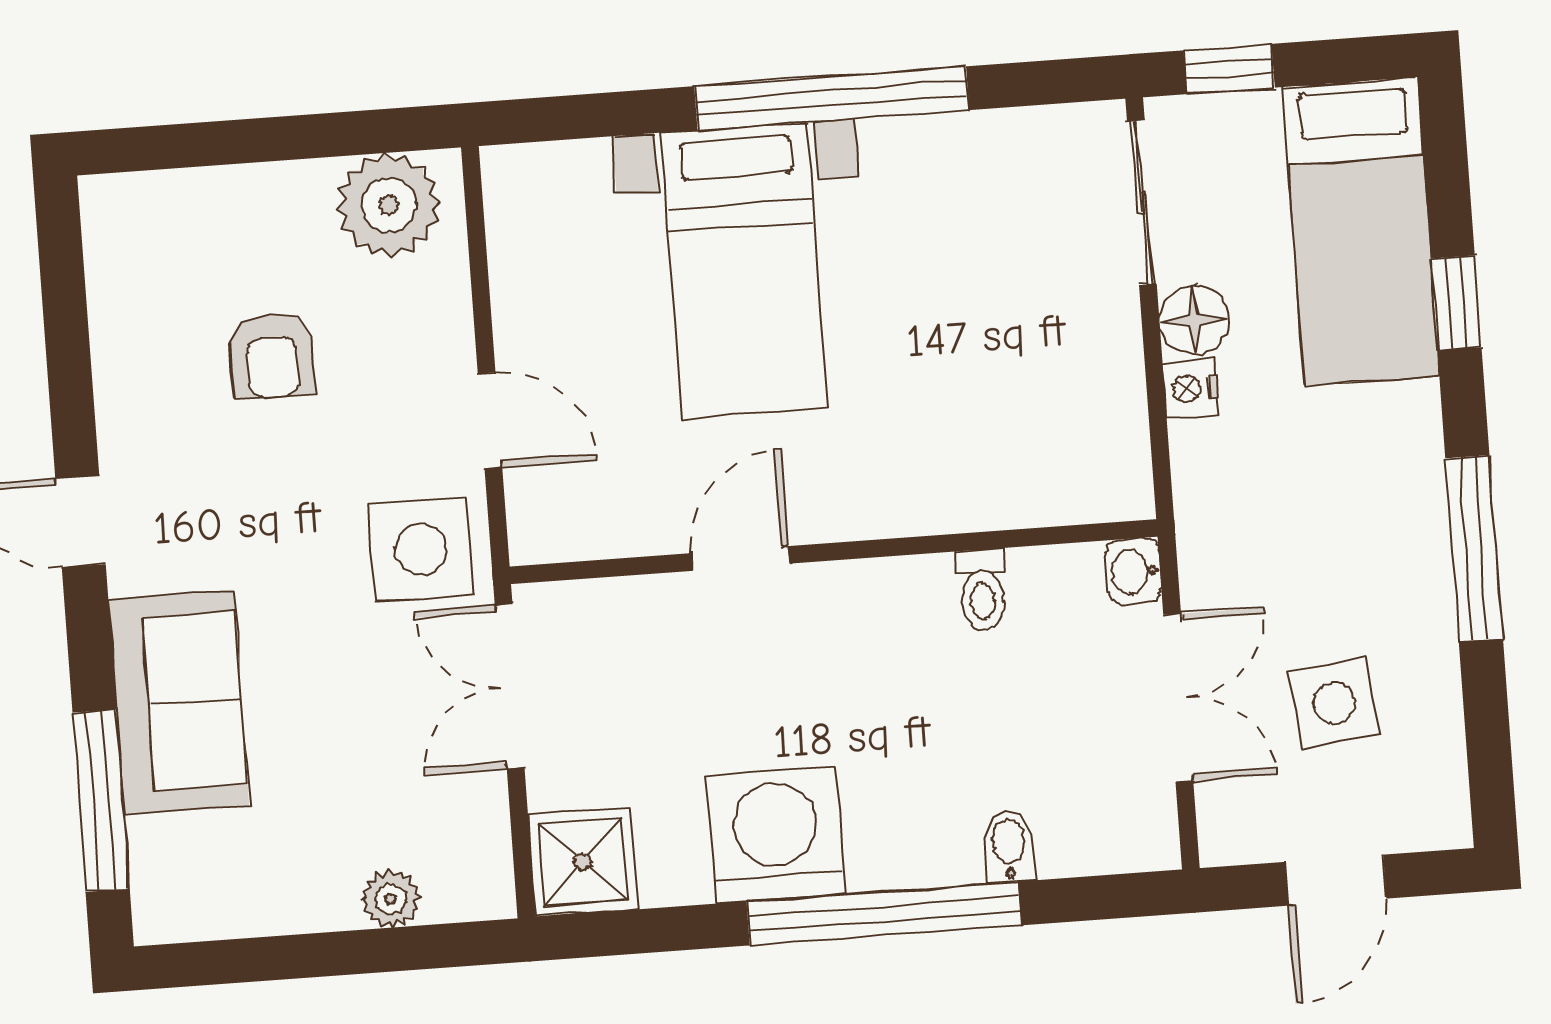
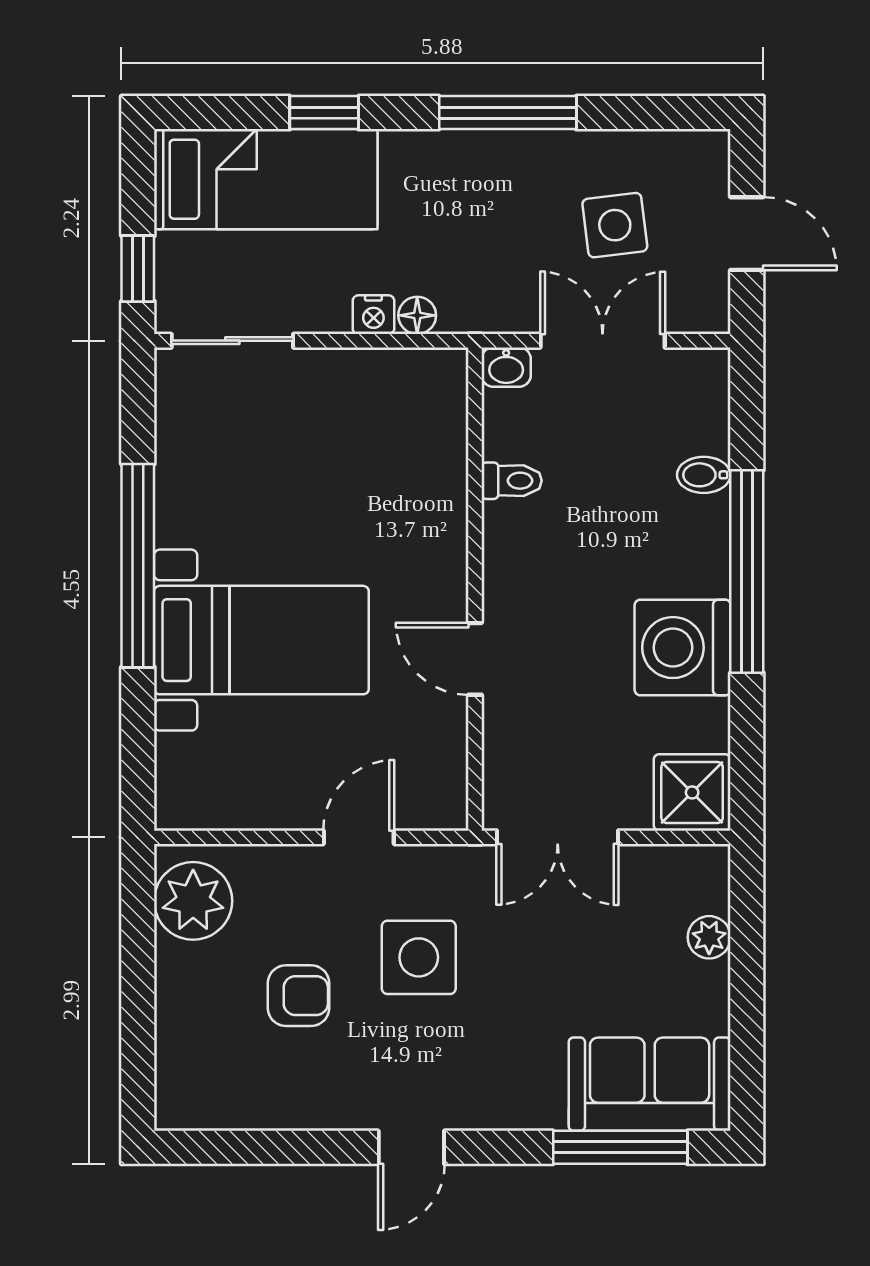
floor lamp: (1194, 320) -> (417, 315), moved, width x0.73, depth x0.73
side table: (421, 549) -> (419, 957), moved
sofa: (179, 702) -> (650, 1084), moved

